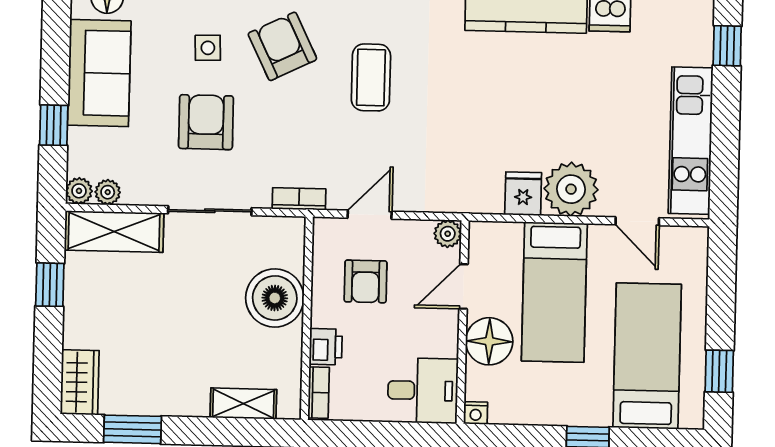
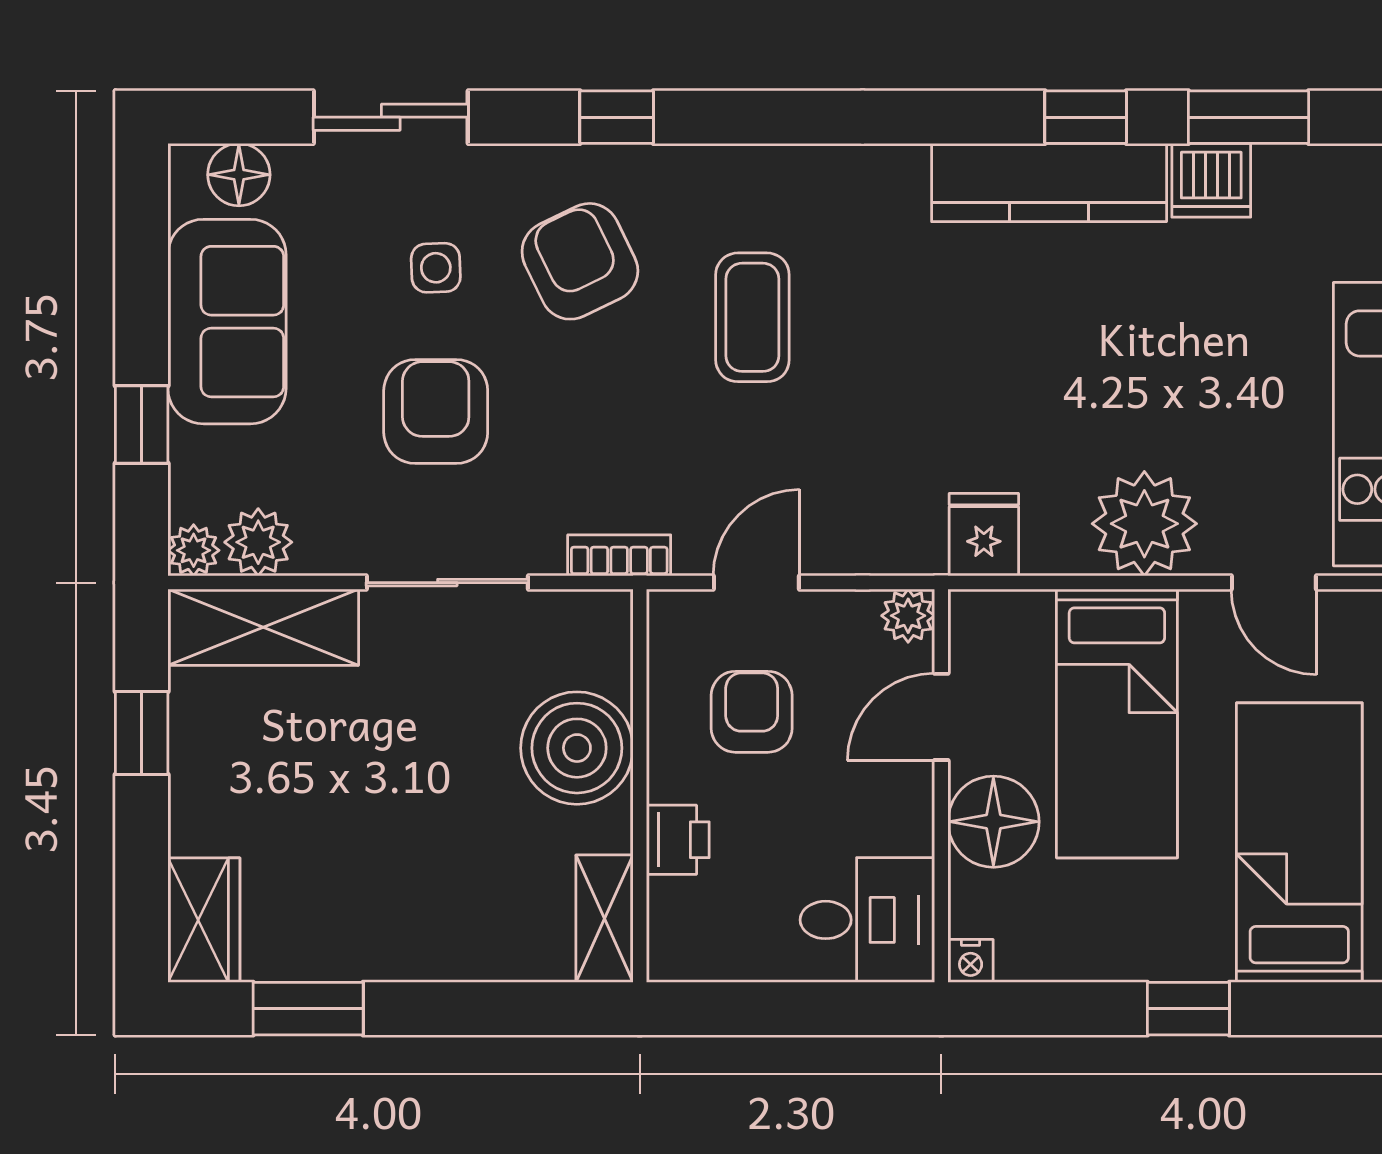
plant: (108, 192) -> (258, 542), width x1.38, depth x1.38
fridge: (523, 194) -> (984, 535), moved
armchair: (366, 281) -> (752, 712), turned 180
bookcase: (319, 393) -> (666, 929), removed
shelving: (243, 404) -> (605, 919), moved, turned 90

